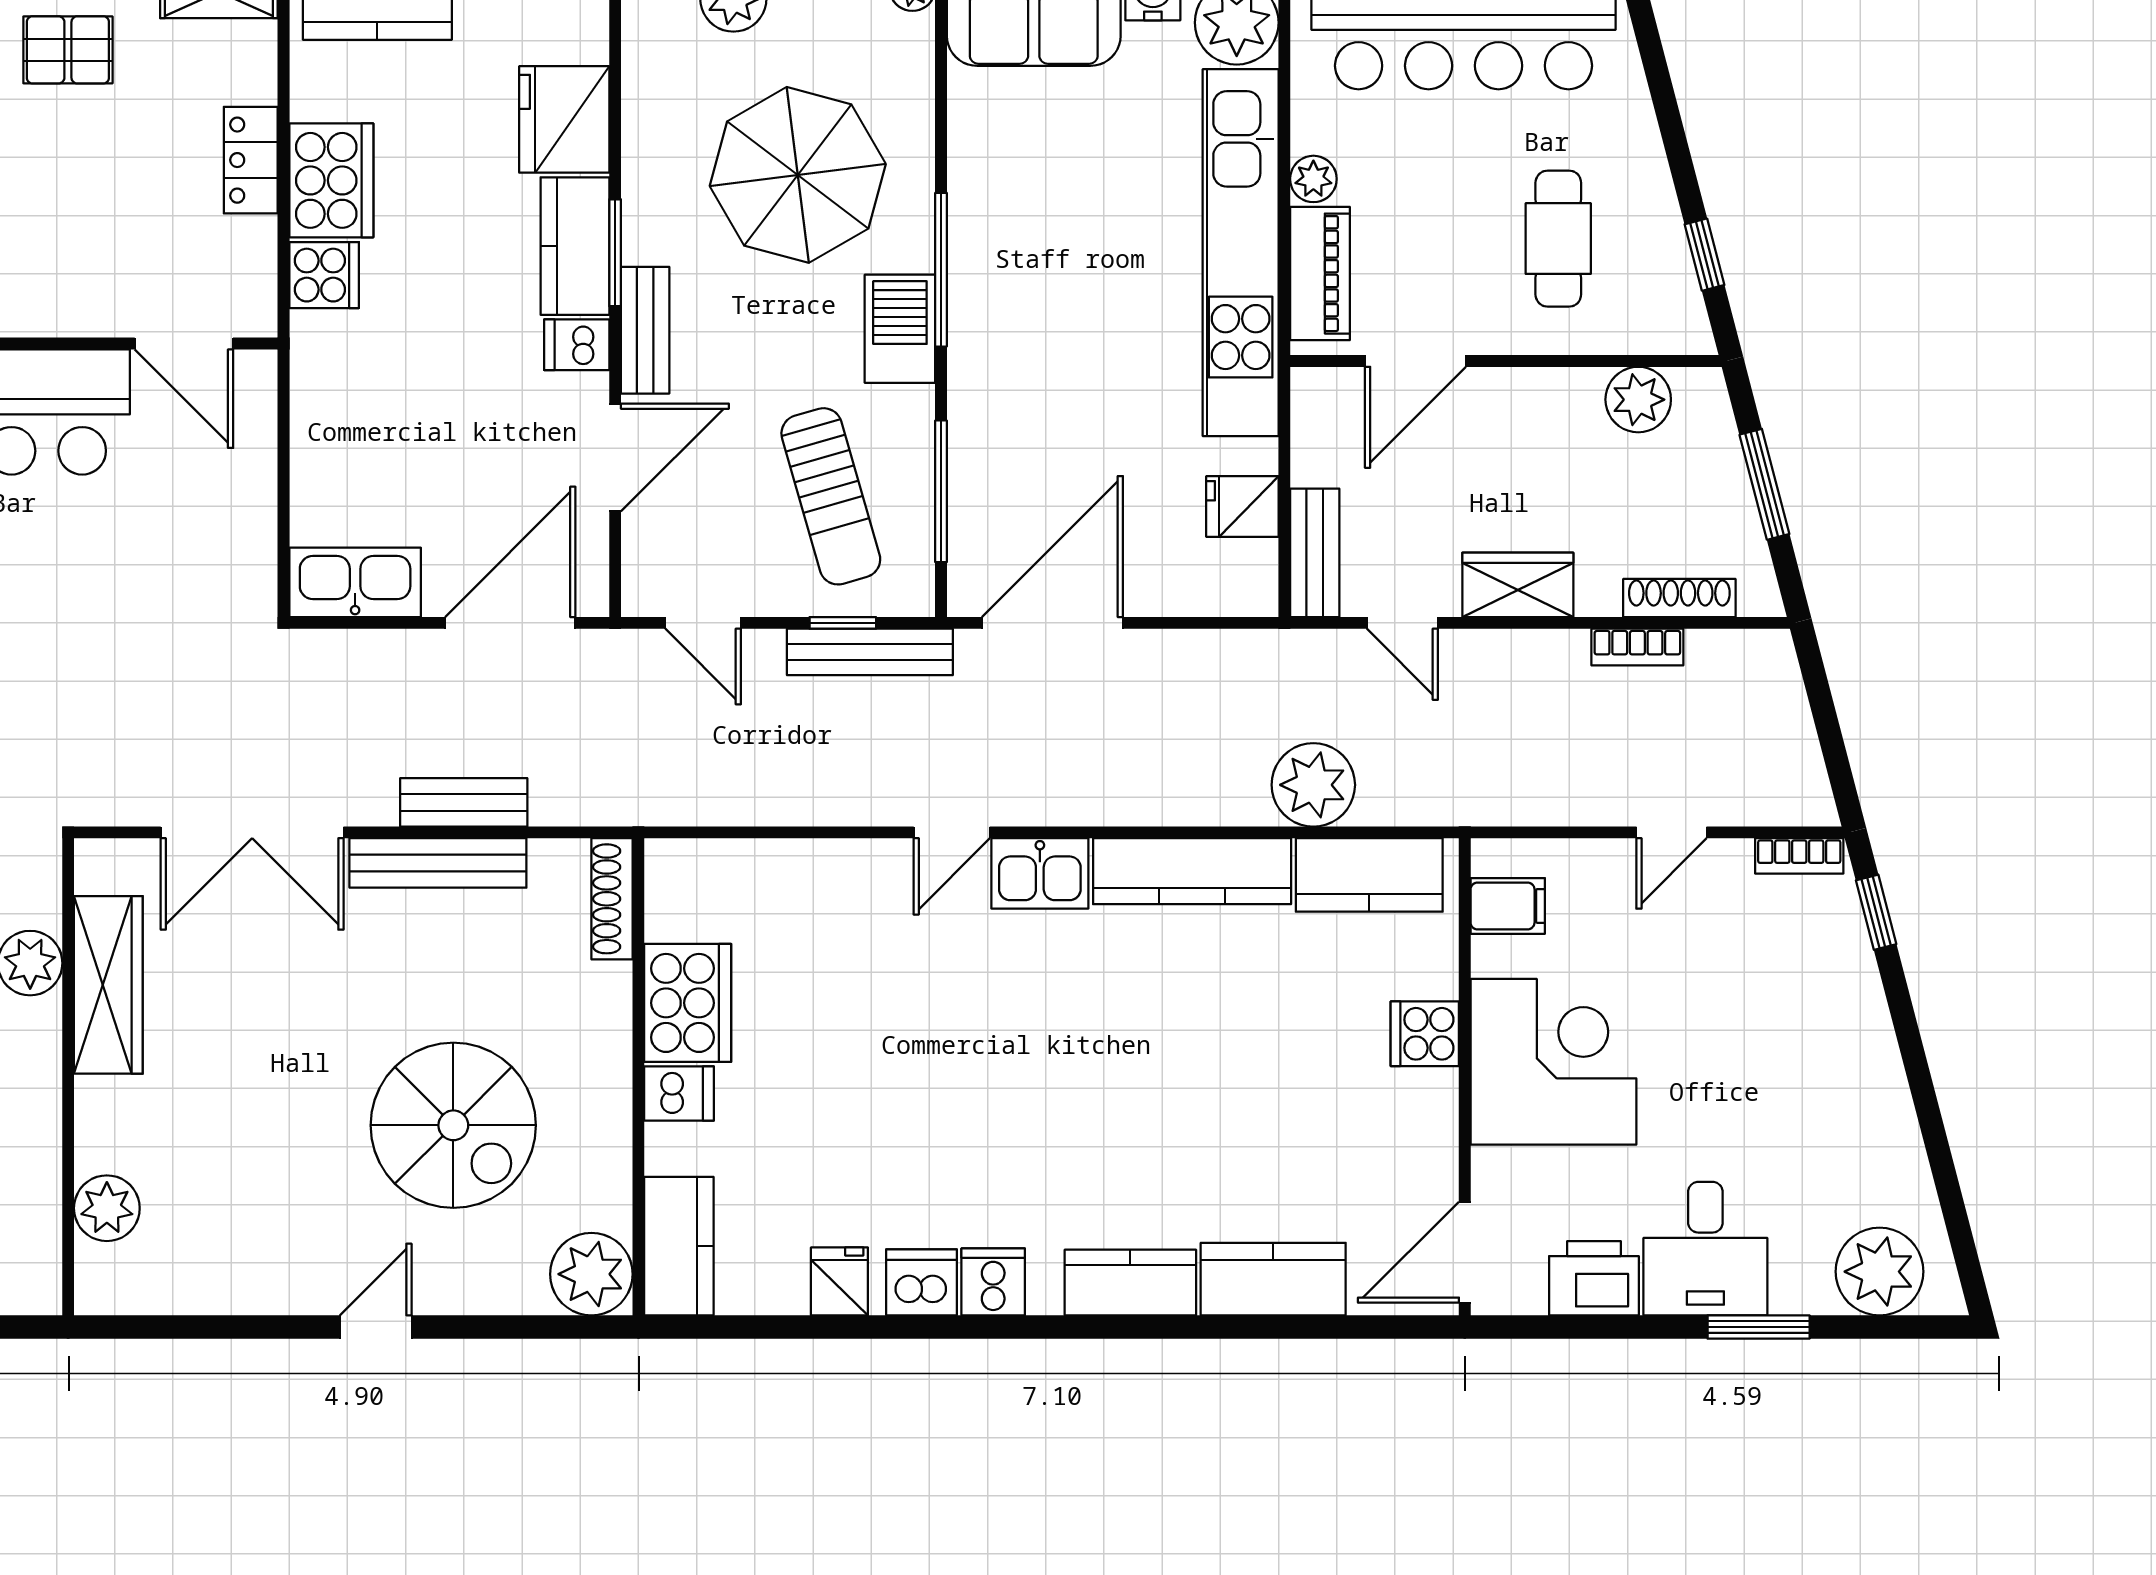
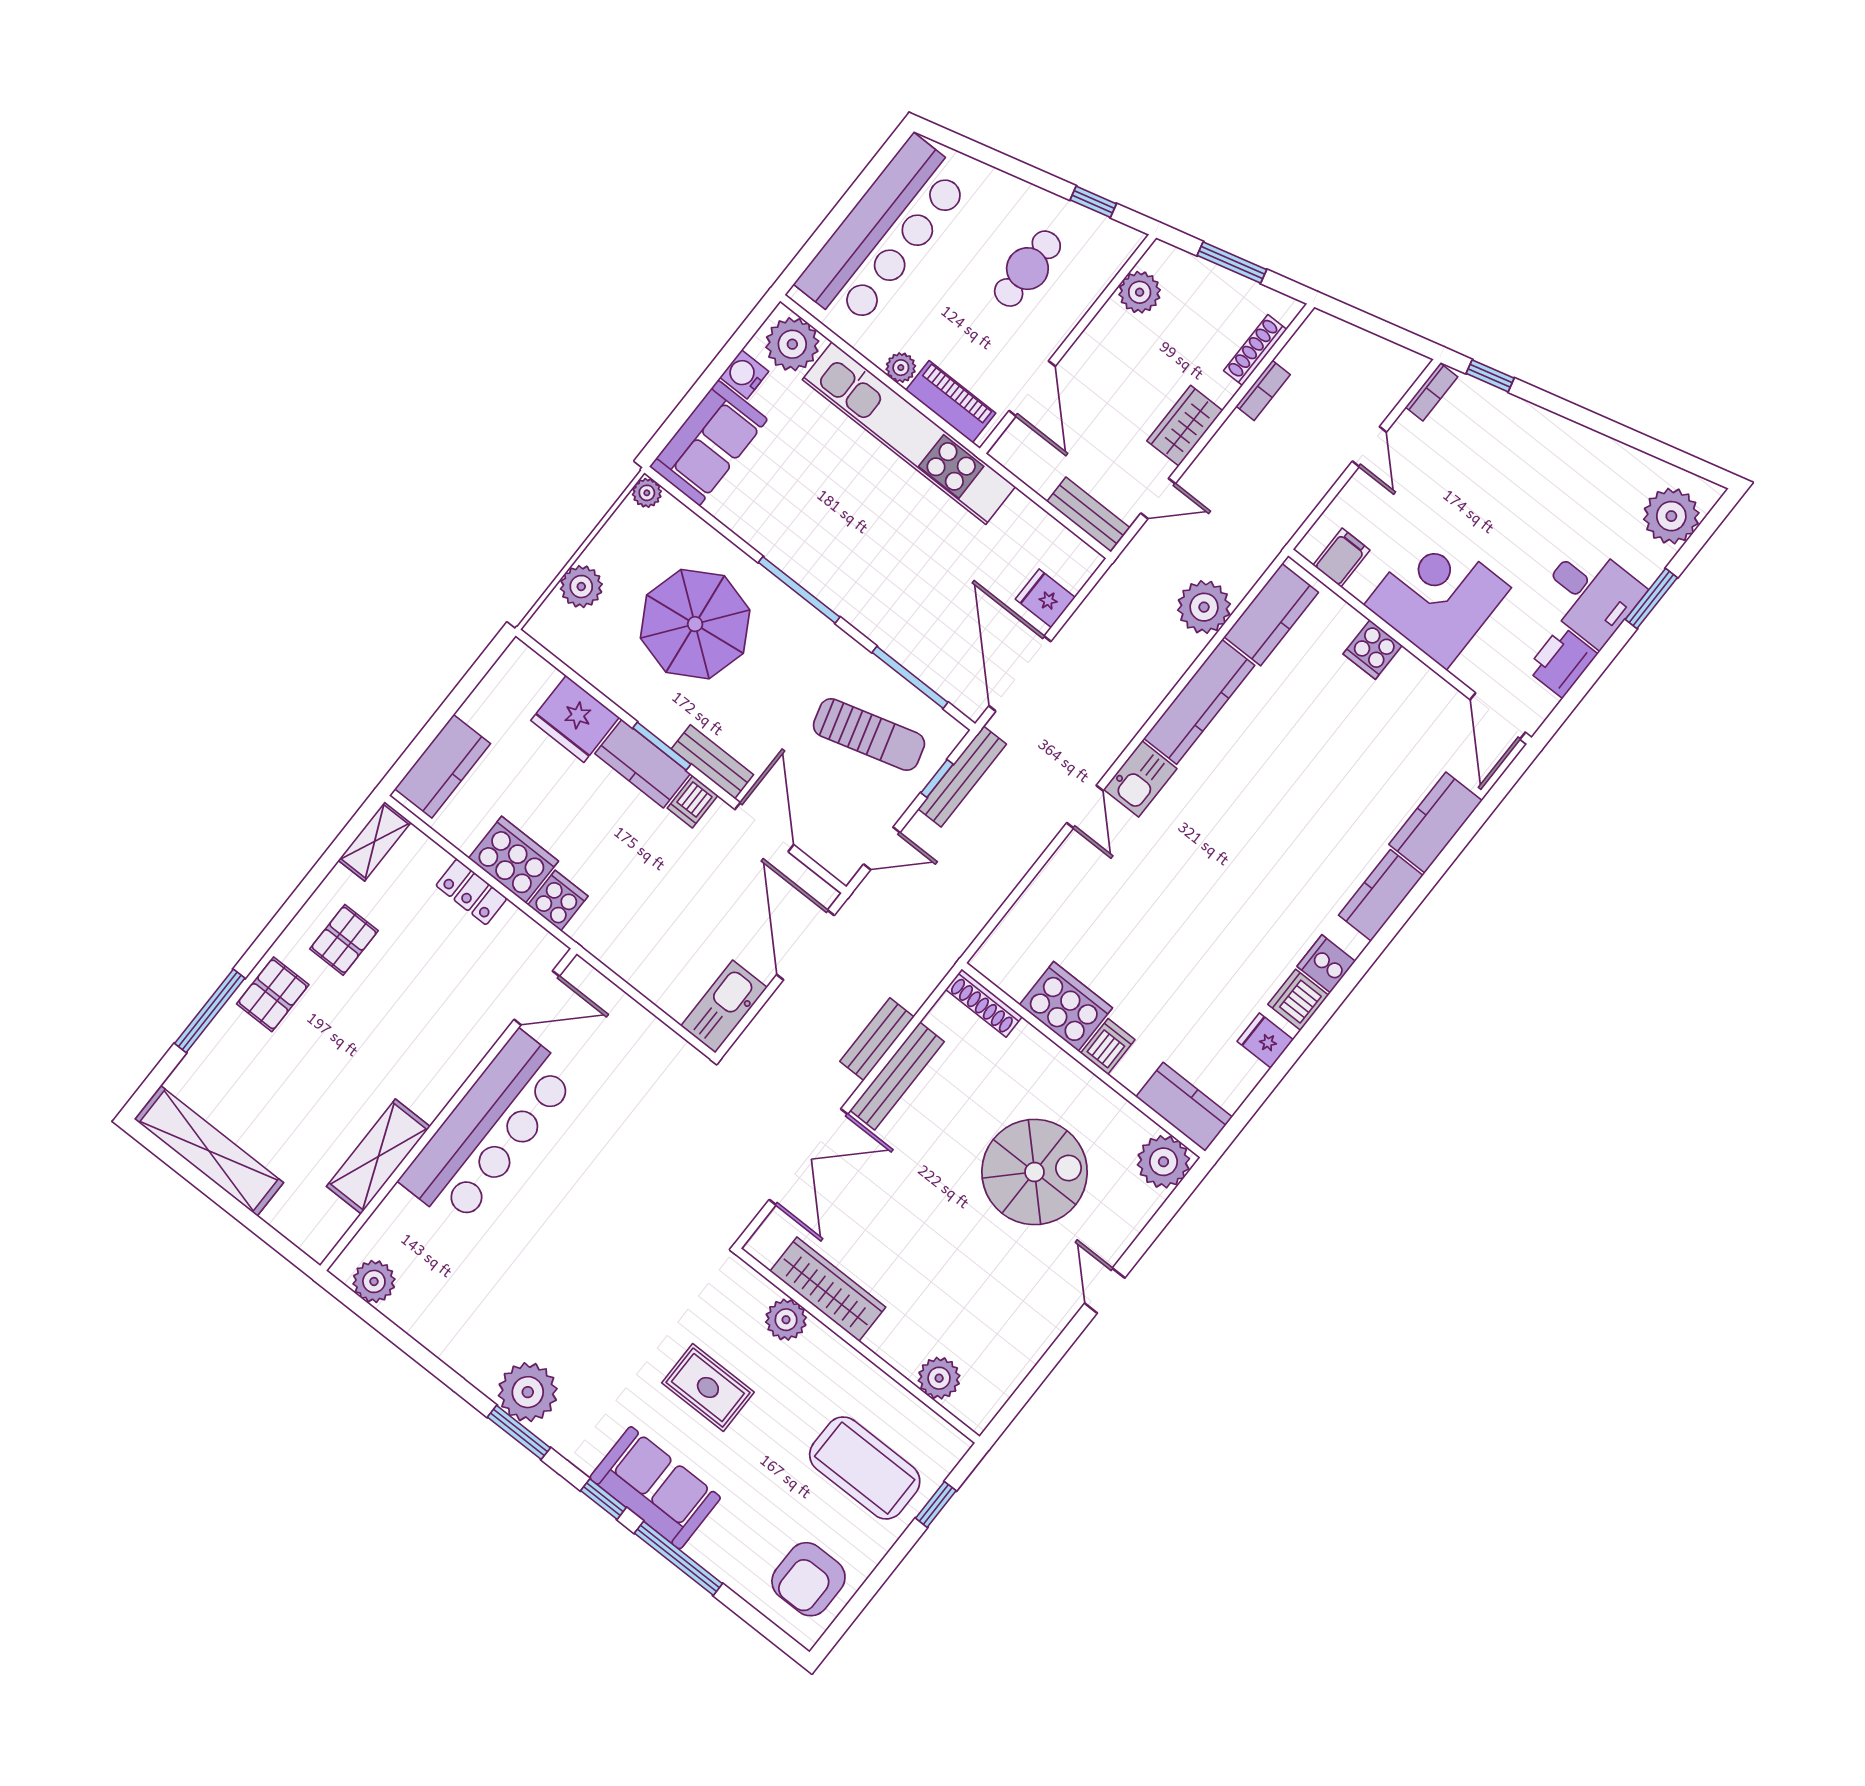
cafe table: (1558, 239) -> (1027, 269), turned 90
barbecue: (900, 329) -> (812, 634), removed
fridge: (1242, 506) -> (1045, 598), moved, turned 90

